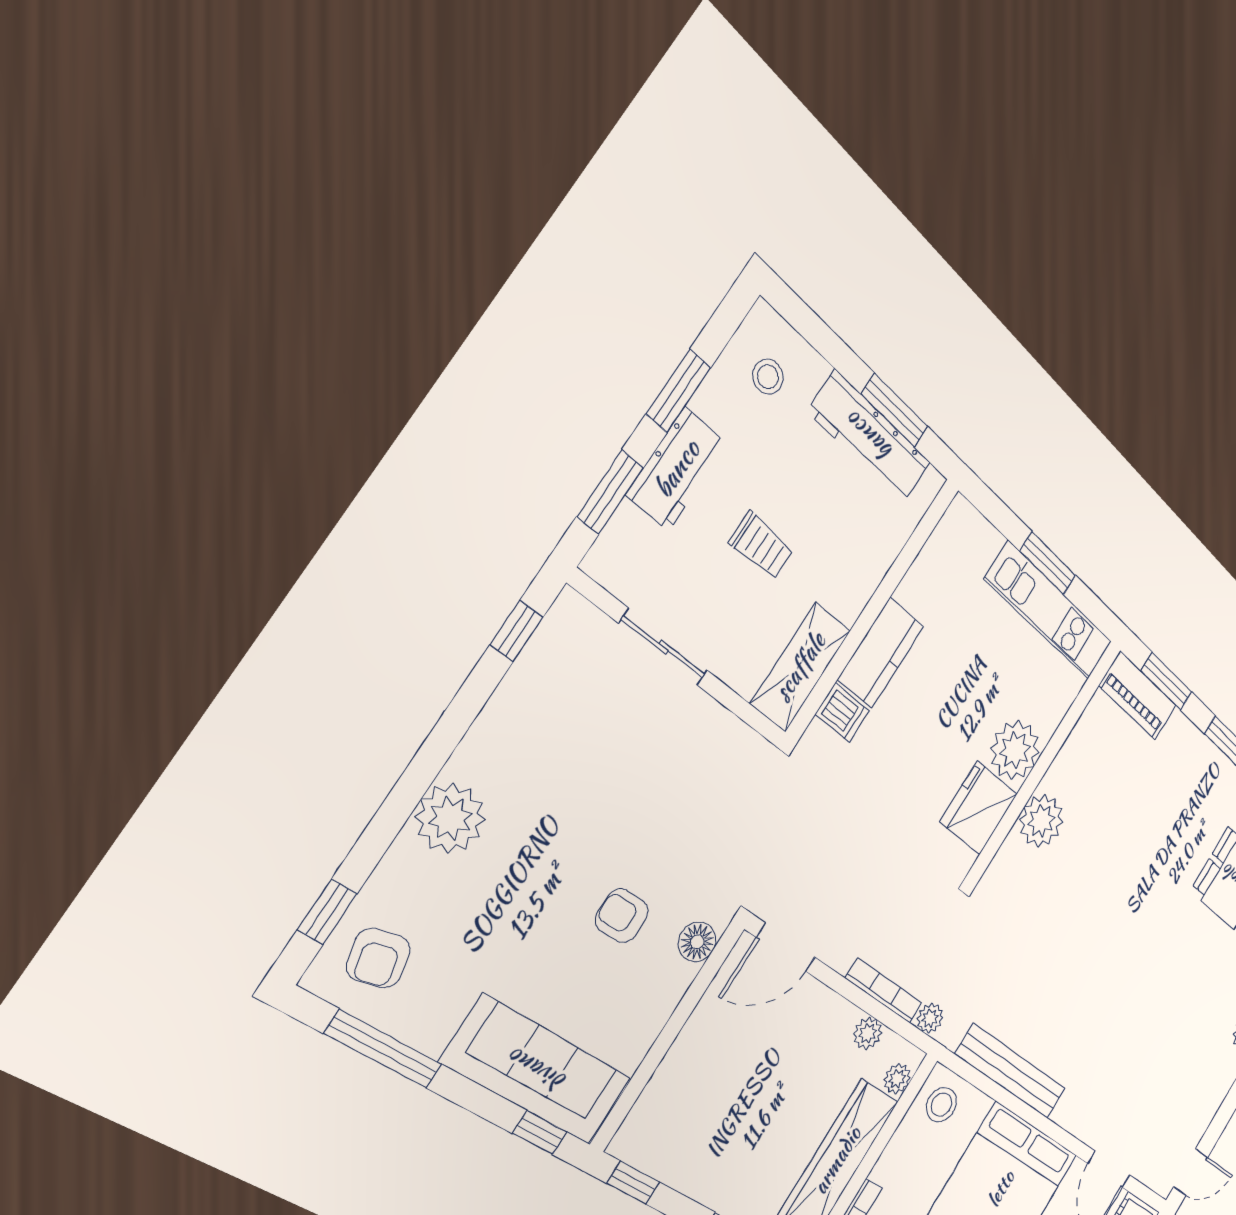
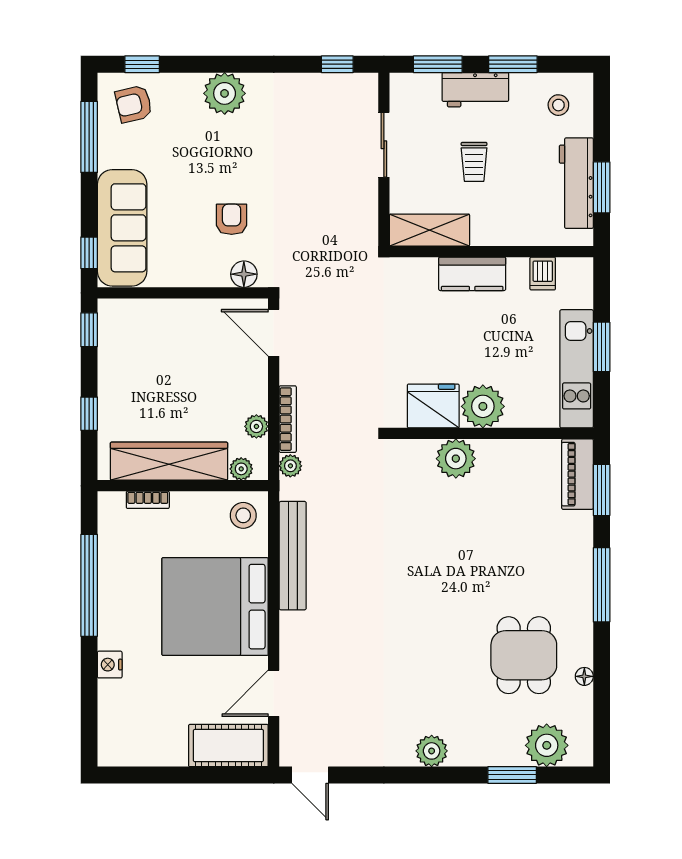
dishwasher: (842, 713) -> (543, 274), moved

